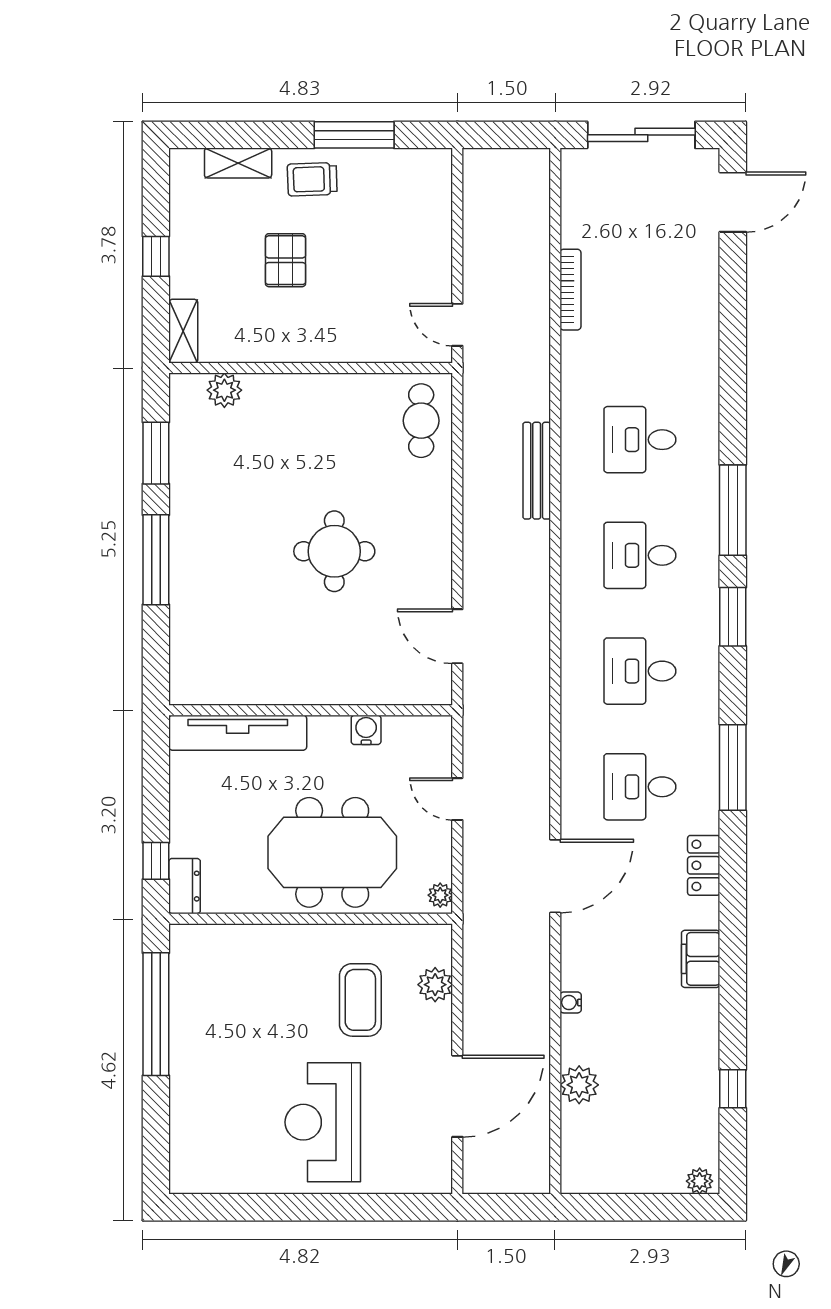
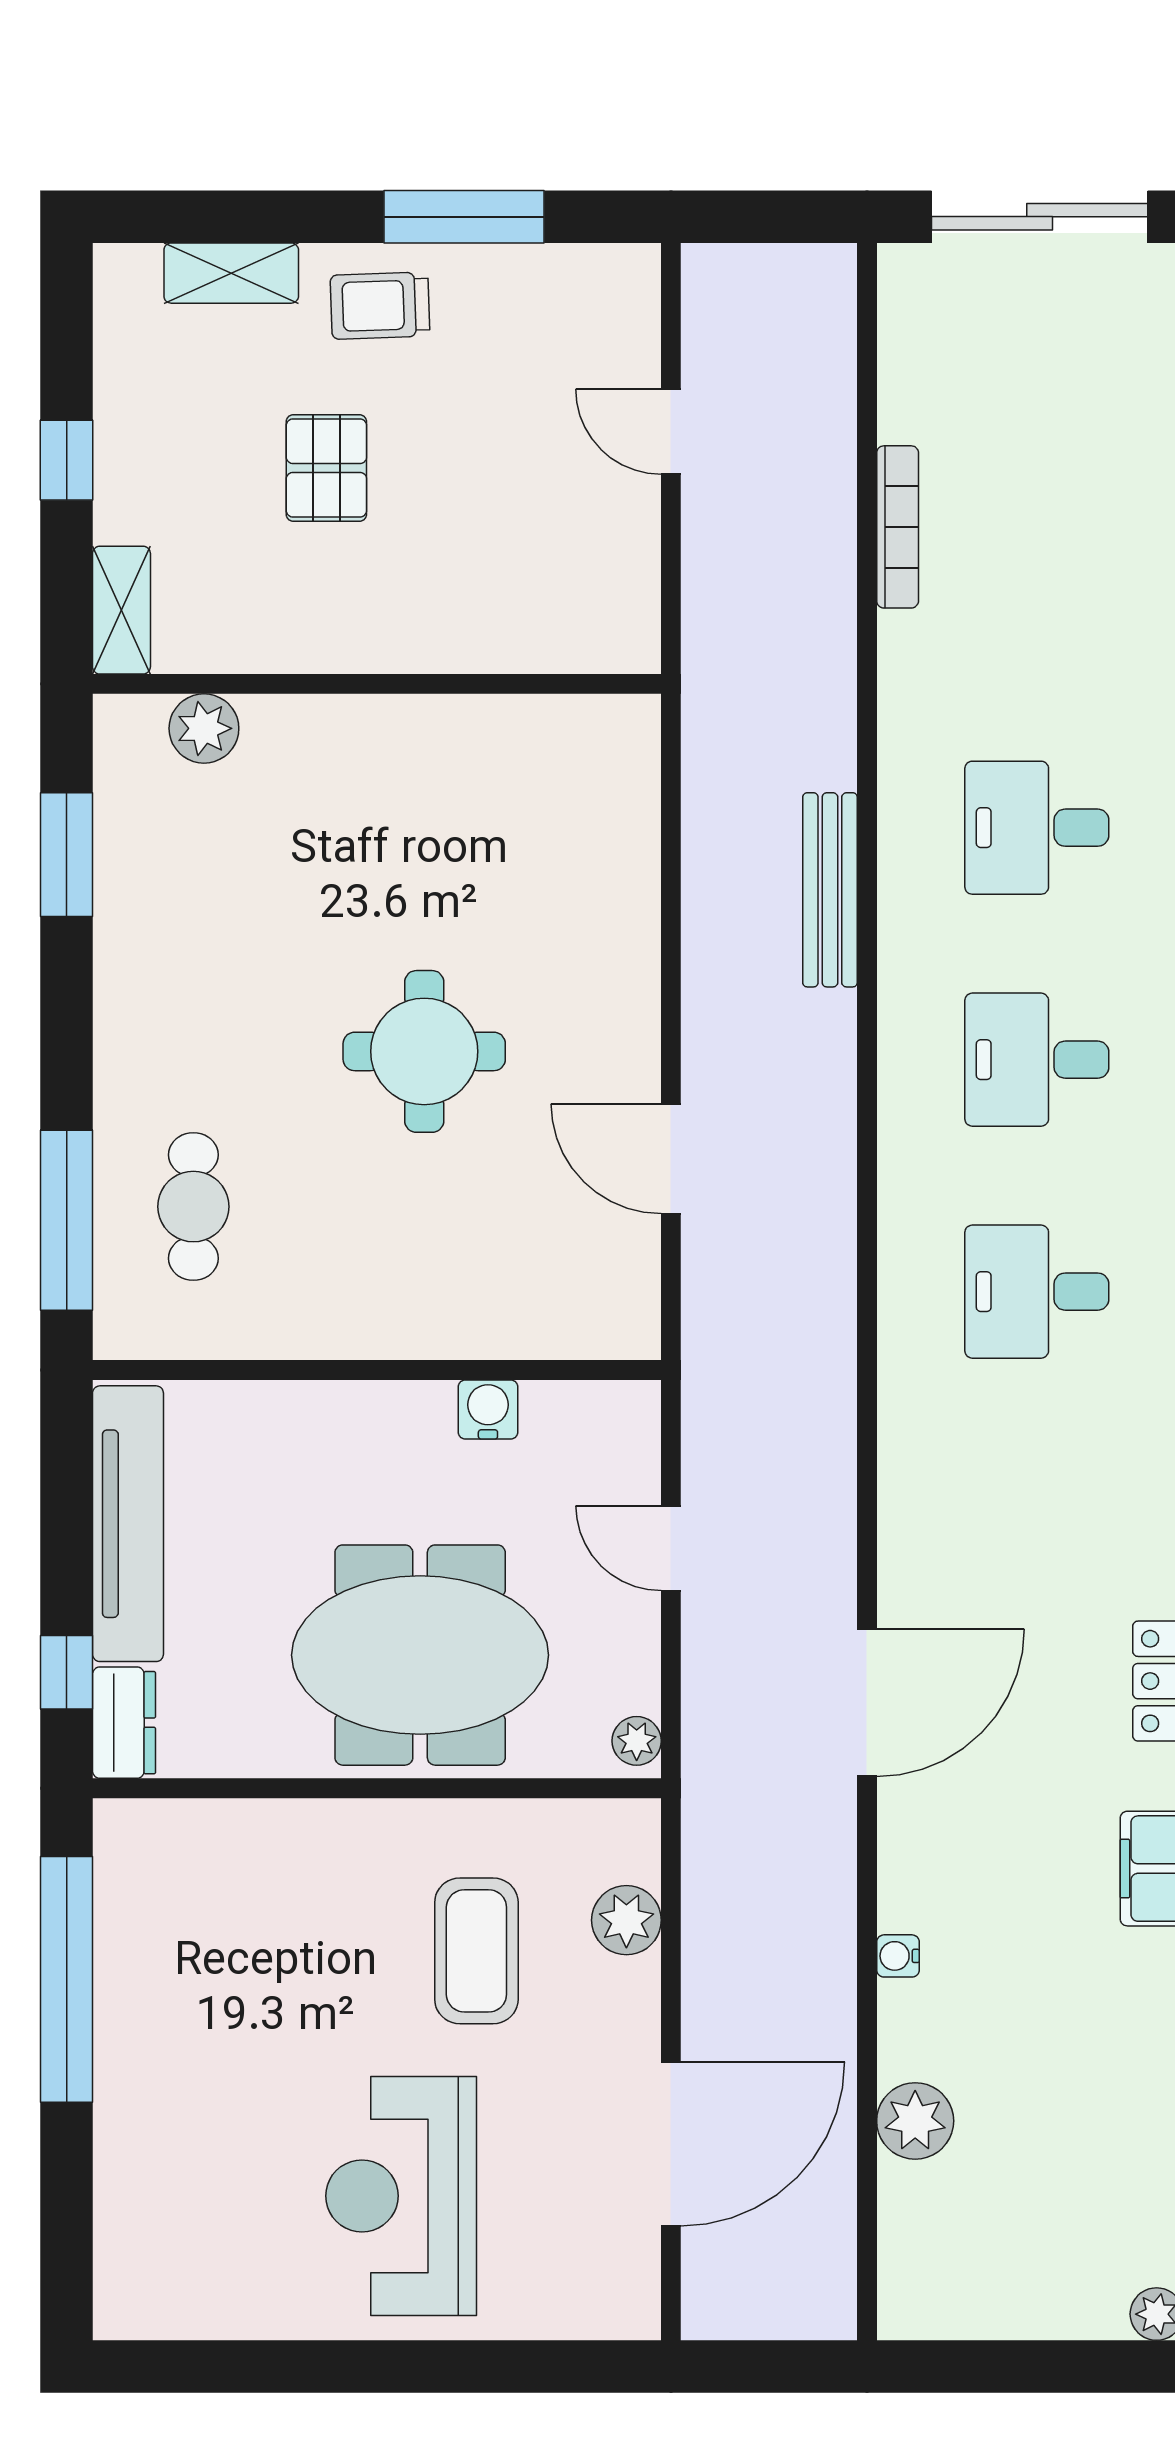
door: (457, 325) -> (671, 432), moved
cafe table: (421, 421) -> (193, 1207), moved
window: (156, 560) -> (67, 1220), moved
door: (457, 636) -> (671, 1159), moved
tv unit: (238, 733) -> (128, 1524), moved, turned -90
desk: (640, 787) -> (1037, 1524), removed

